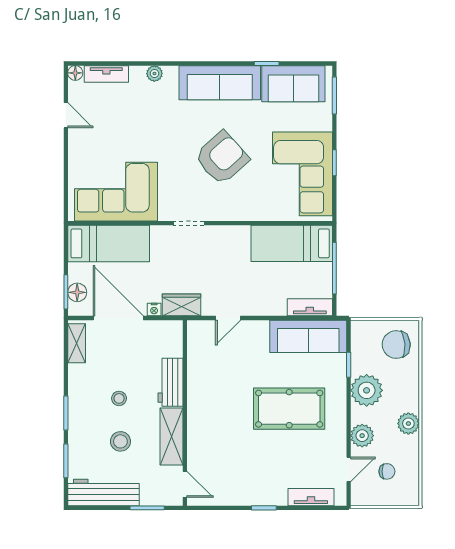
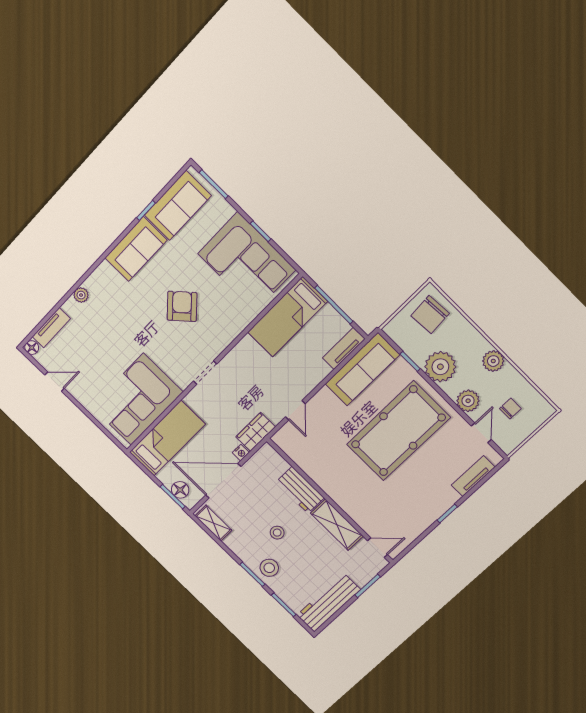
sofa: (220, 83) -> (136, 249), width x0.73
armchair: (222, 158) -> (182, 306), width x0.73, depth x0.73
pool table: (289, 409) -> (398, 431), width x1.36, depth x1.32
stool: (120, 441) -> (269, 568), moved

